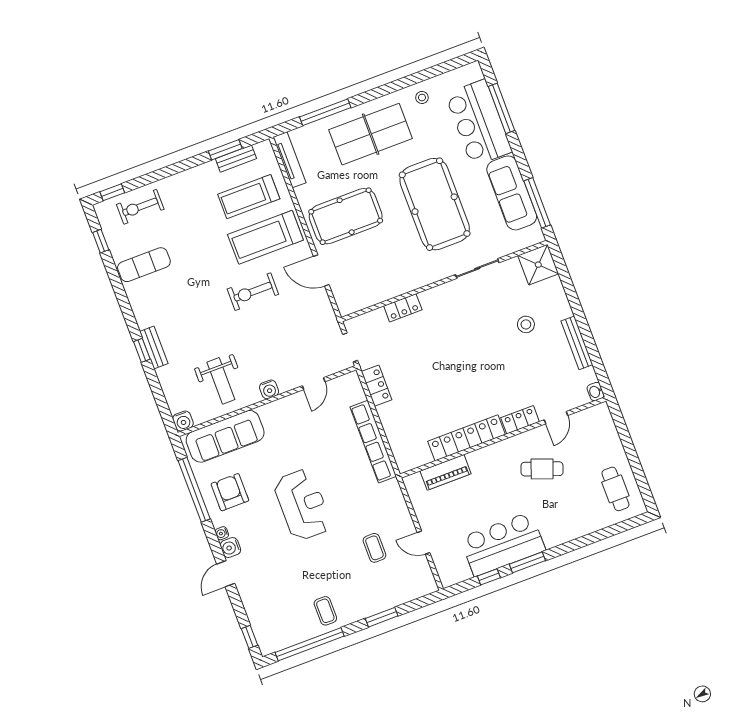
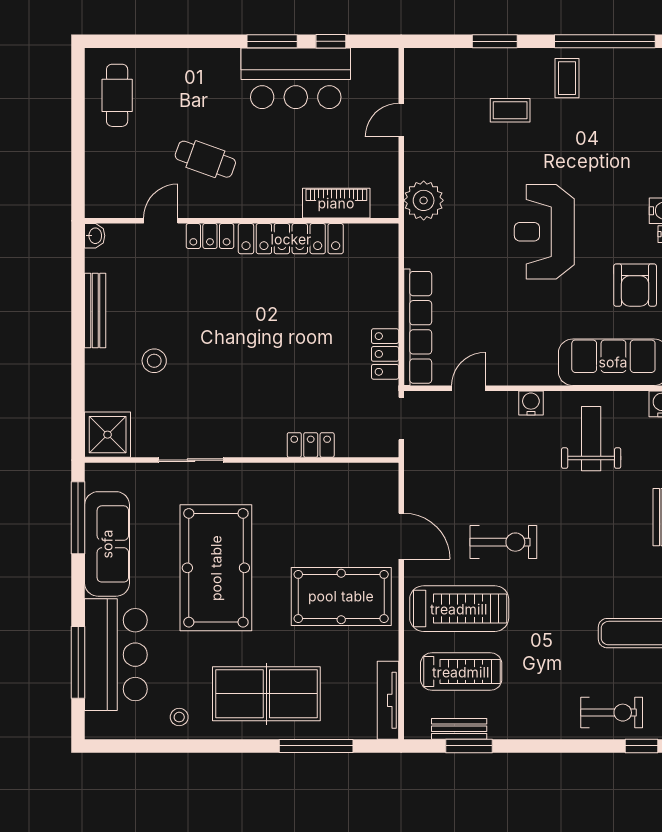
row of seats: (373, 442) -> (418, 327), moved
plant: (389, 496) -> (424, 200), added
door: (423, 543) -> (401, 120), swing flipped
coffee table: (374, 548) -> (510, 110), moved, turned 90

